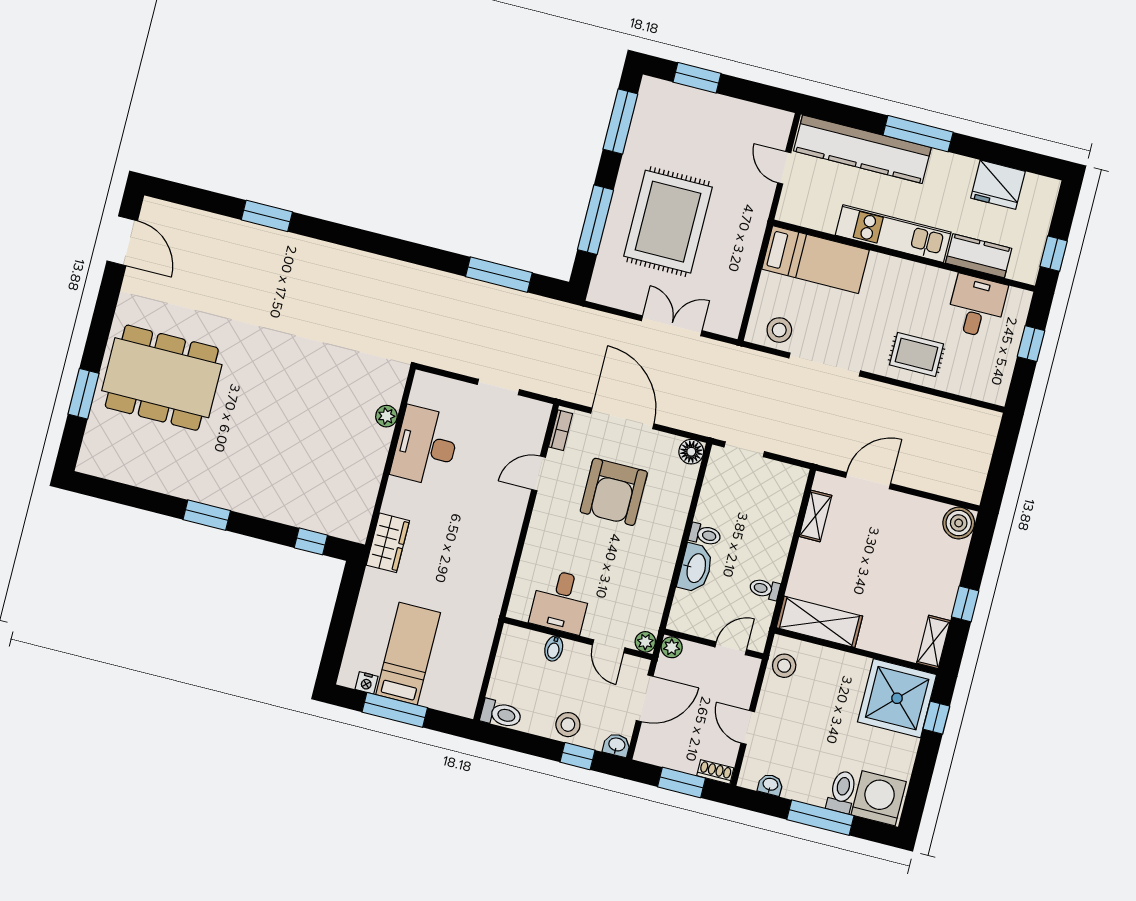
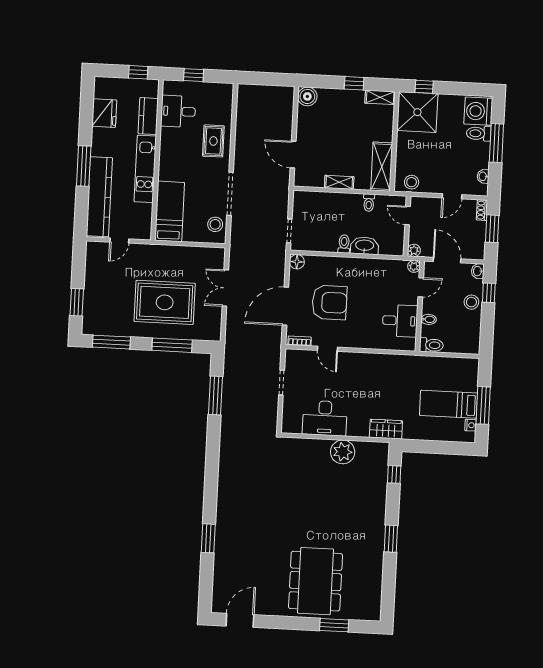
plant: (386, 416) -> (343, 452), moved, width x1.87, depth x1.87
shelving: (815, 516) -> (339, 182), moved
toilet: (501, 714) -> (431, 345), moved, turned 90

